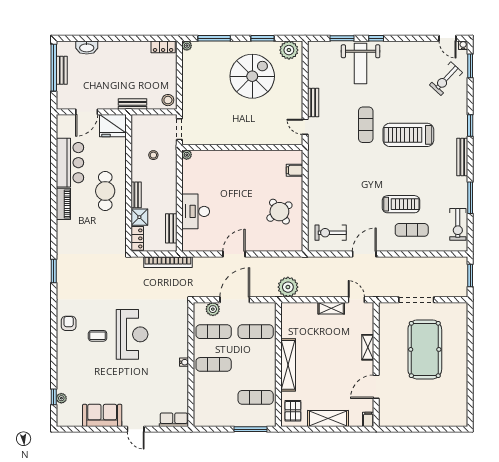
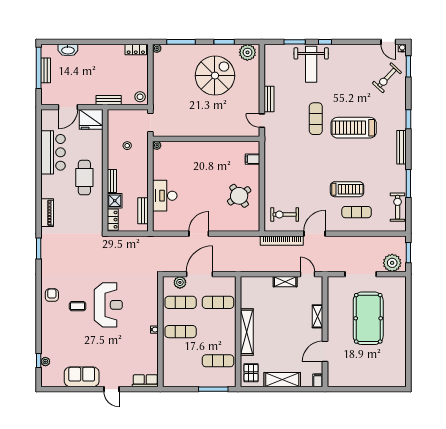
piano: (63, 204) -> (47, 213), moved
exercise bike: (458, 224) -> (398, 207), turned 180
bookcase: (168, 262) -> (282, 241), moved
plant: (288, 287) -> (392, 263), moved

